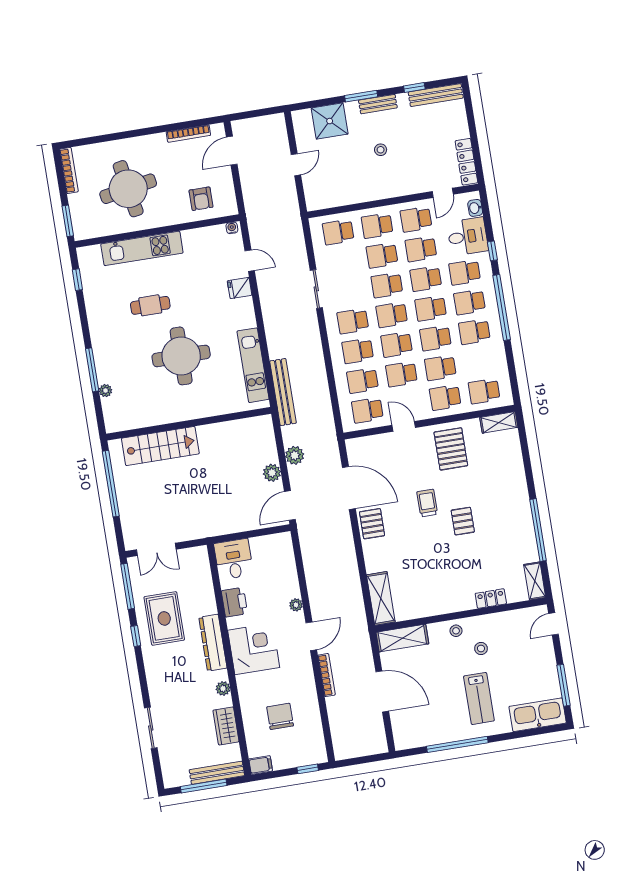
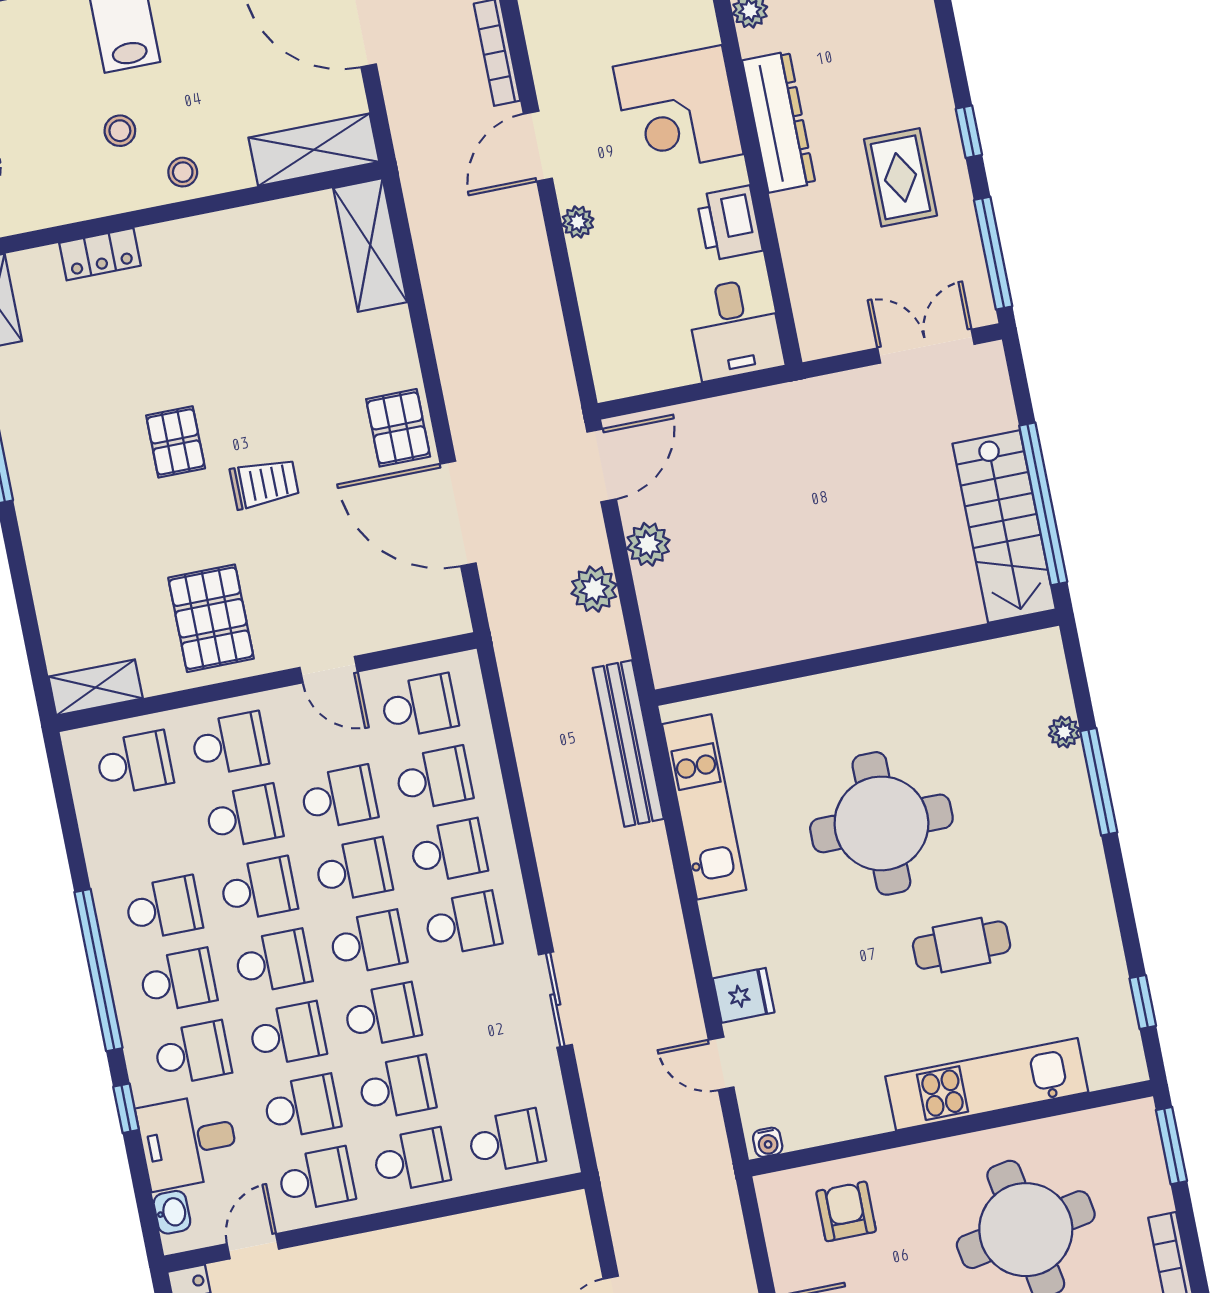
stairs: (160, 446) -> (1004, 527), moved, turned -90
trolley: (427, 503) -> (264, 483), turned -90
rug: (164, 618) -> (900, 177), width x0.73, depth x0.70

